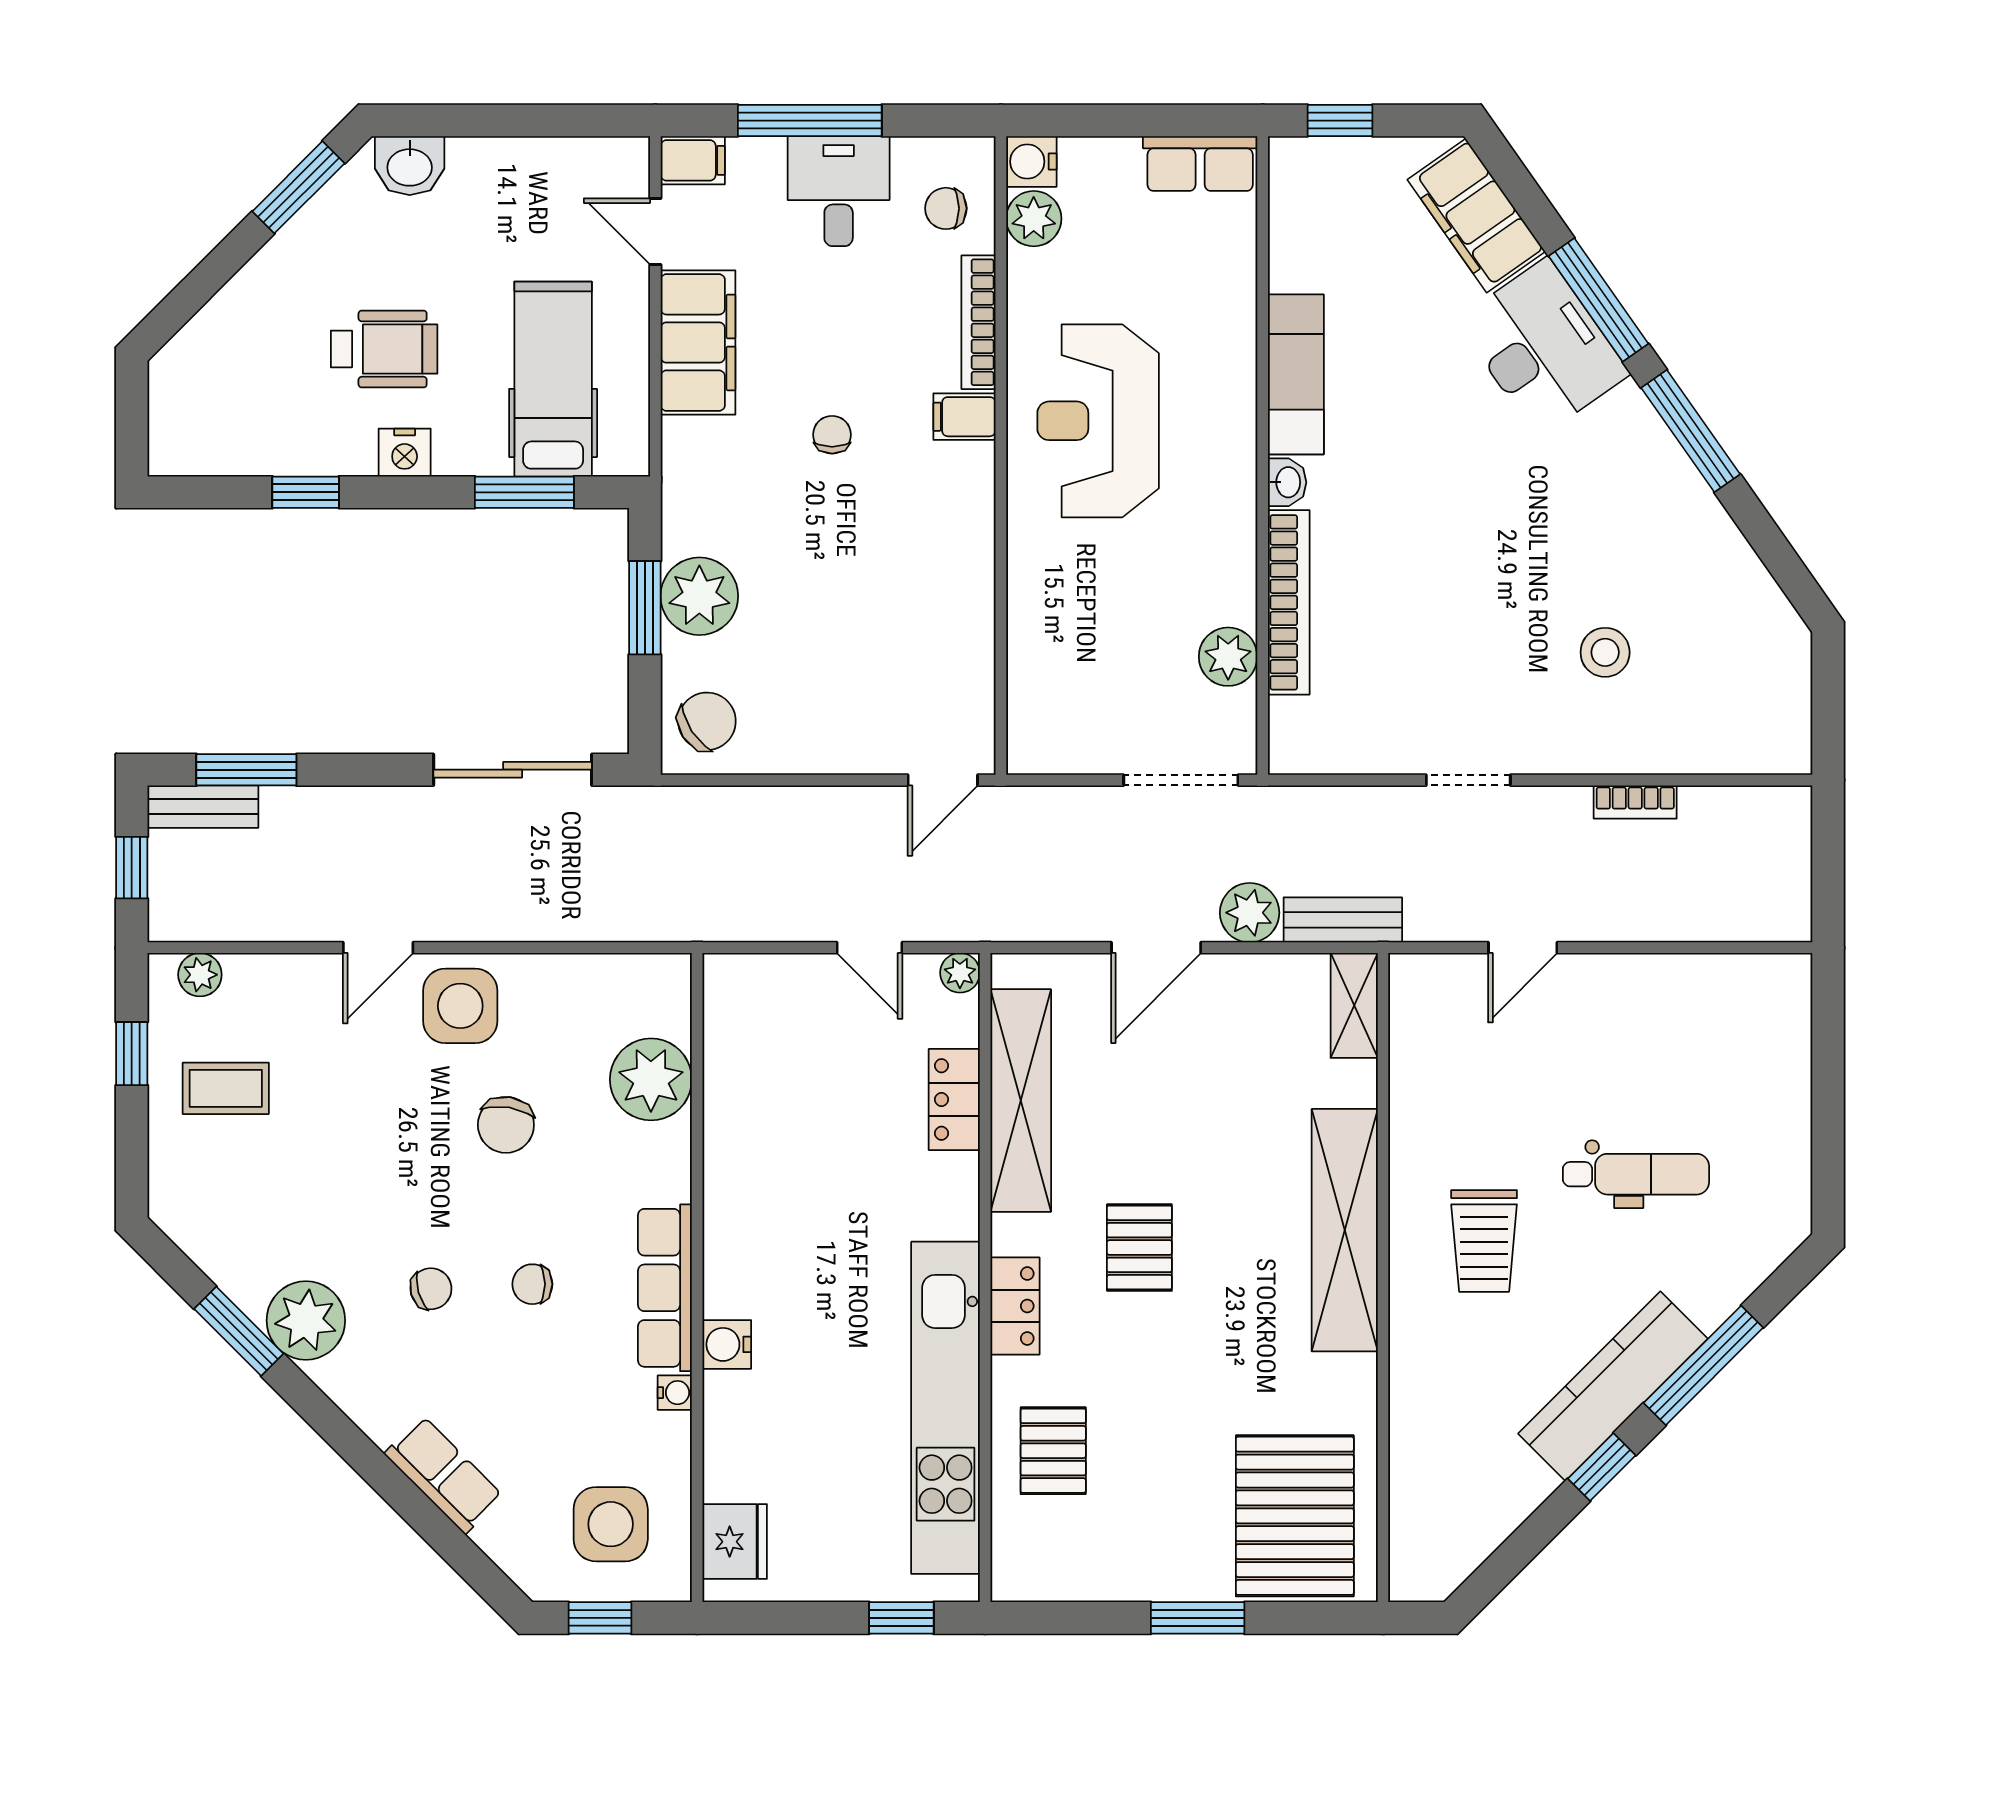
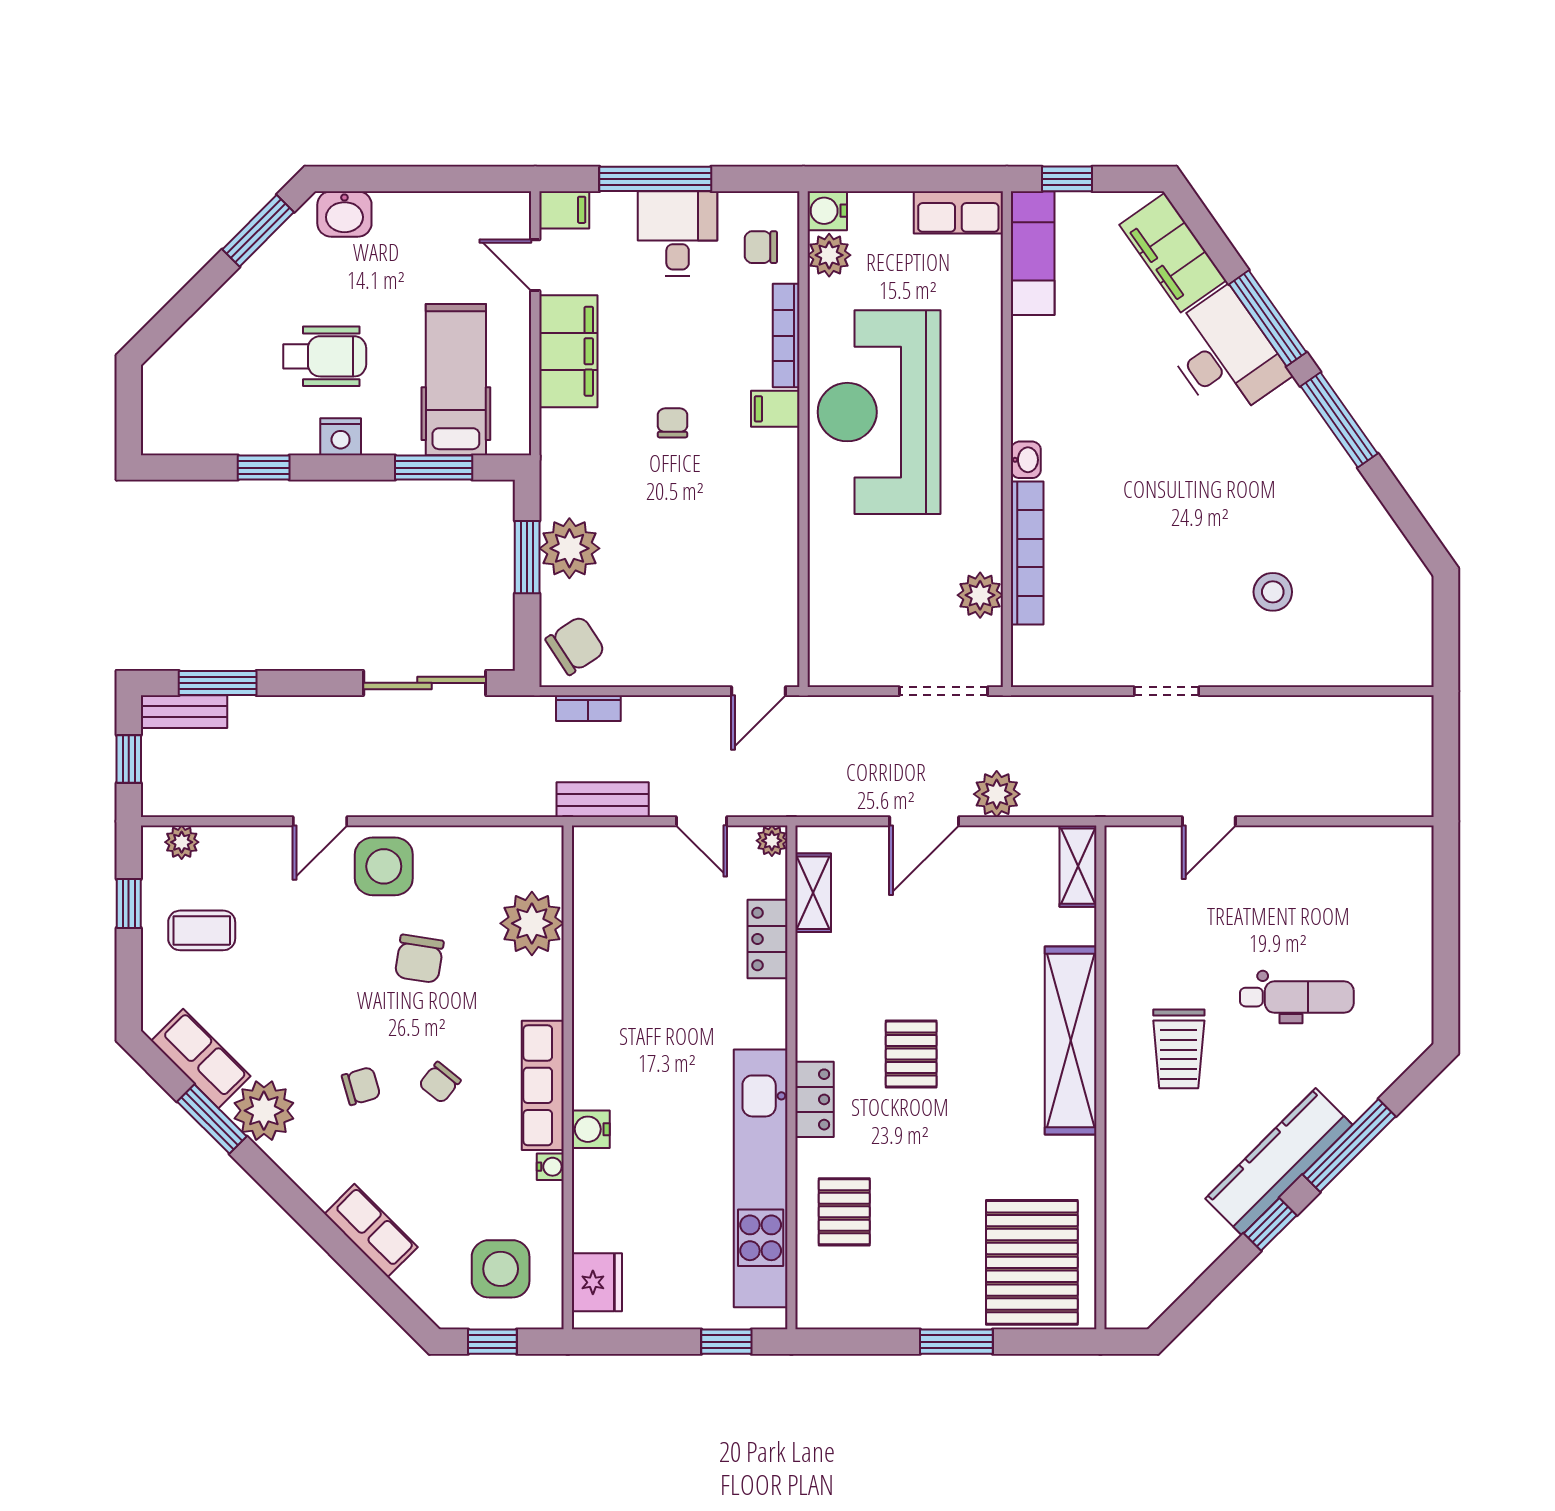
exam couch: (1296, 374) -> (1033, 253), moved
reception desk: (1098, 421) -> (879, 412), width x1.36, depth x1.30
bookcase: (1635, 802) -> (588, 708), moved
bench: (1343, 920) -> (603, 800), moved
shelving: (1021, 1101) -> (813, 893), width x0.45, depth x0.75
row of seats: (225, 1253) -> (201, 1058), added
chair: (532, 1284) -> (440, 1082), turned -51

